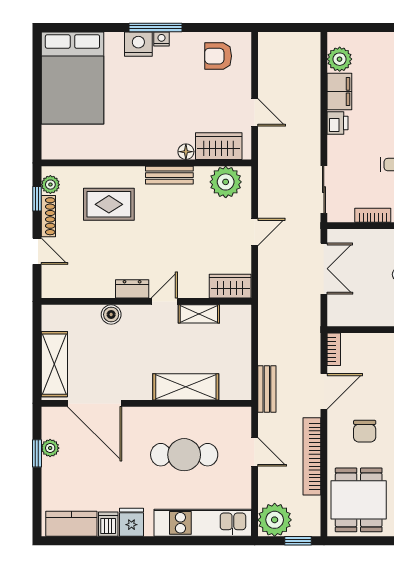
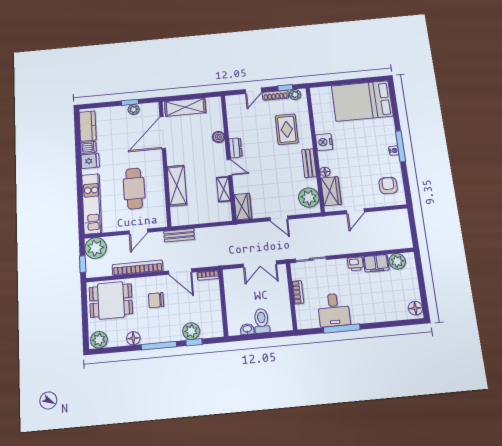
nightstand: (138, 44) -> (324, 142), moved, turned 180

